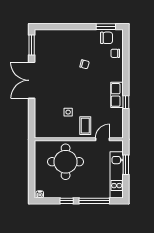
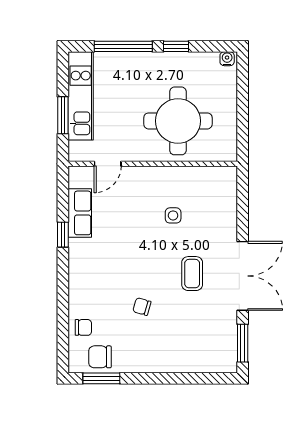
row of seats: (117, 95) -> (80, 213), moved
coffee table: (85, 126) -> (192, 274), moved

